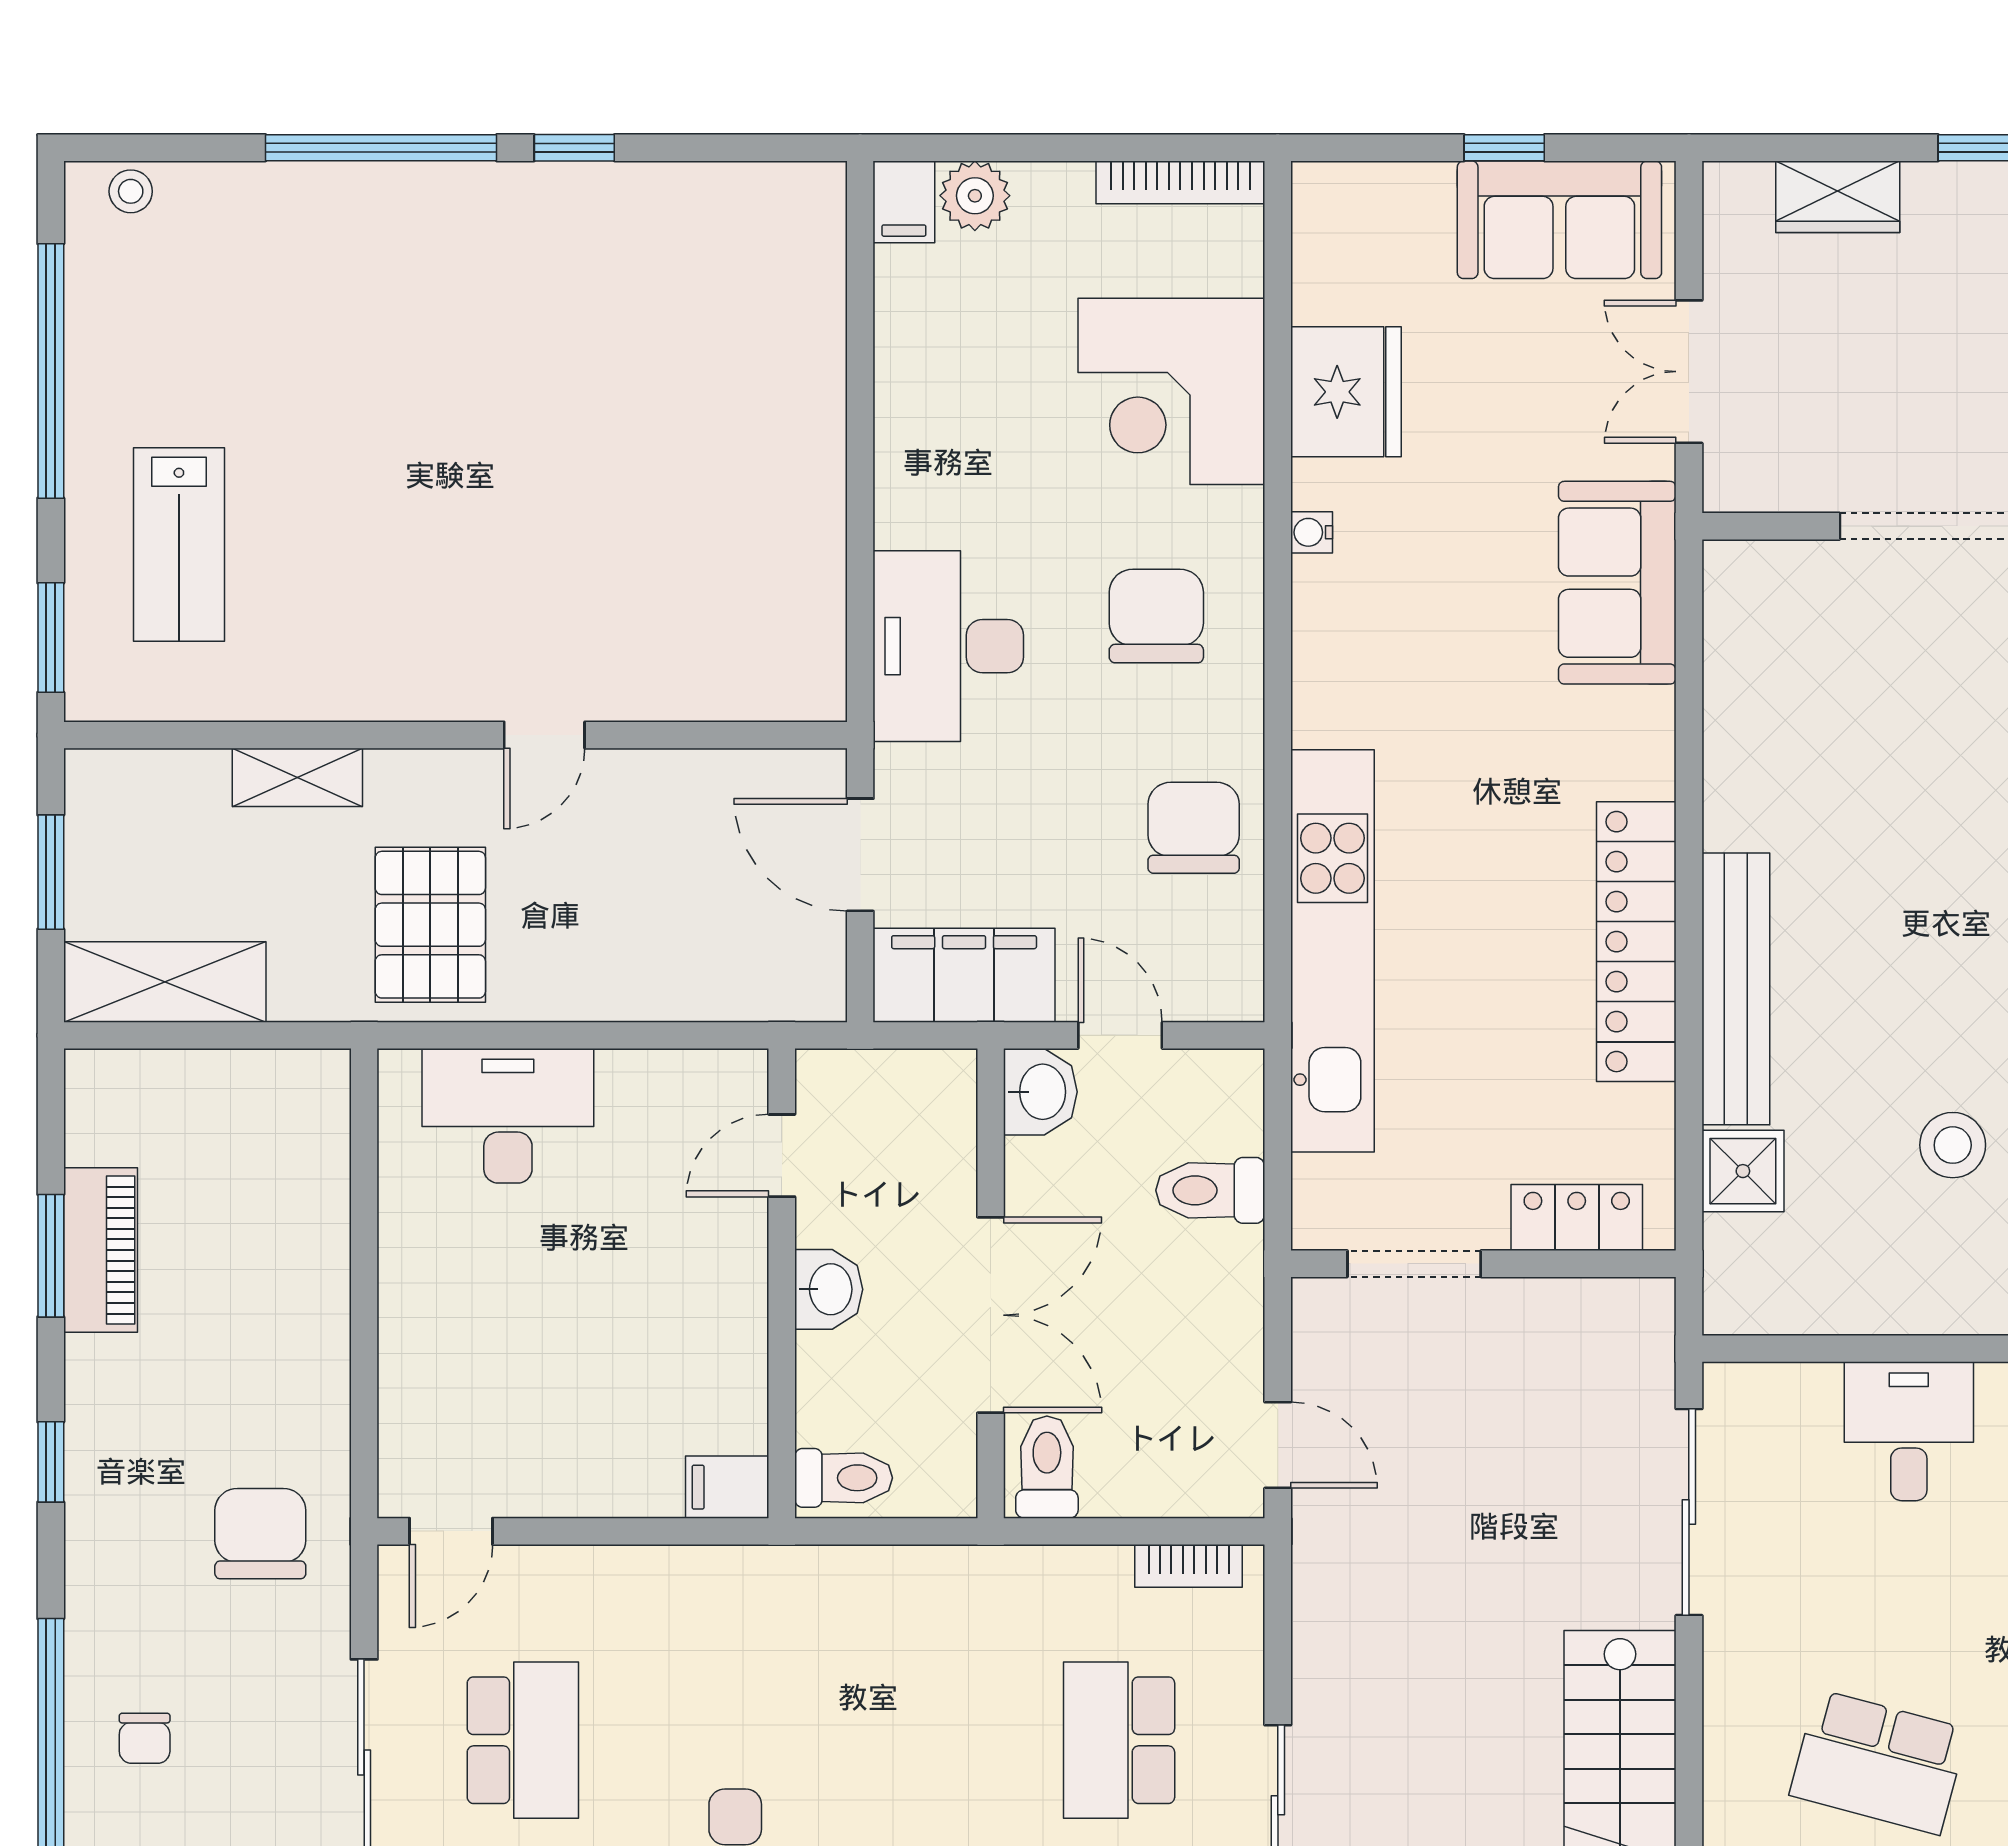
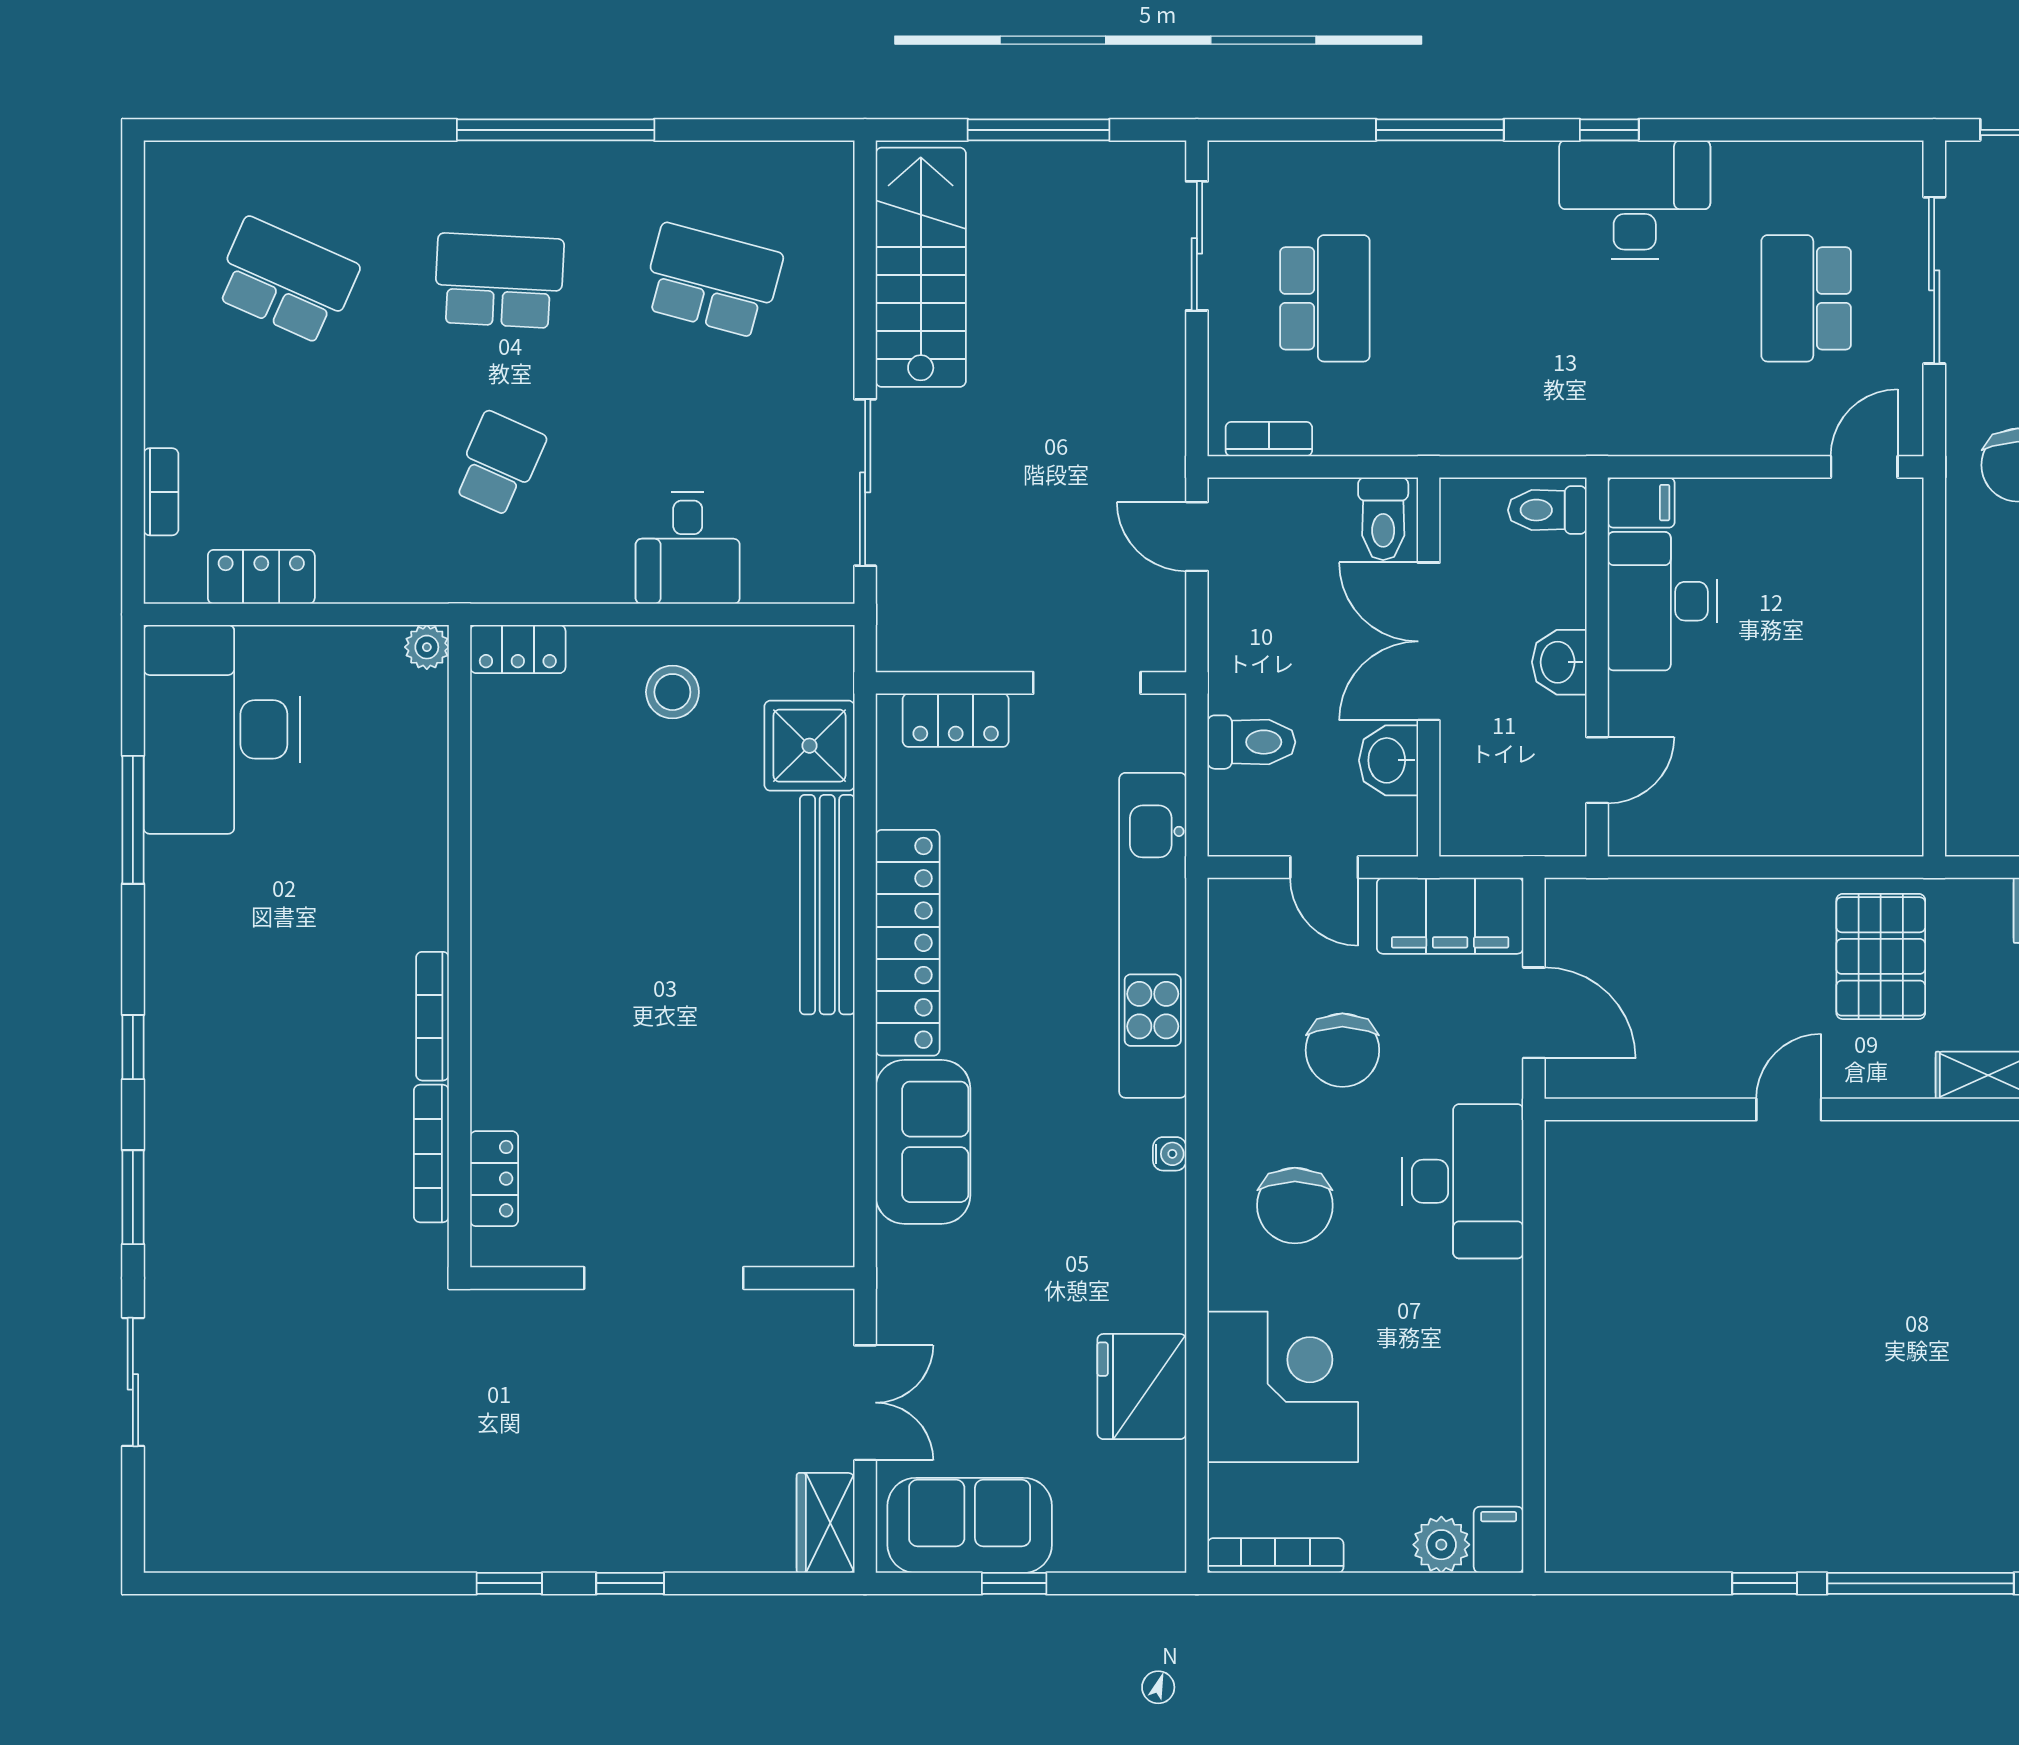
wardrobe: (1838, 197) -> (826, 1523), moved, turned -90
water cooler: (1312, 532) -> (1170, 1154), moved
sofa: (1617, 583) -> (923, 1142), moved
chair: (1194, 828) -> (1342, 1050), moved
washbasin: (1040, 1092) -> (1388, 760), moved
desk: (508, 1116) -> (1662, 601), moved, turned 90
stool: (1953, 1145) -> (672, 692), moved
shower: (1743, 1171) -> (809, 746), width x1.36, depth x1.36

